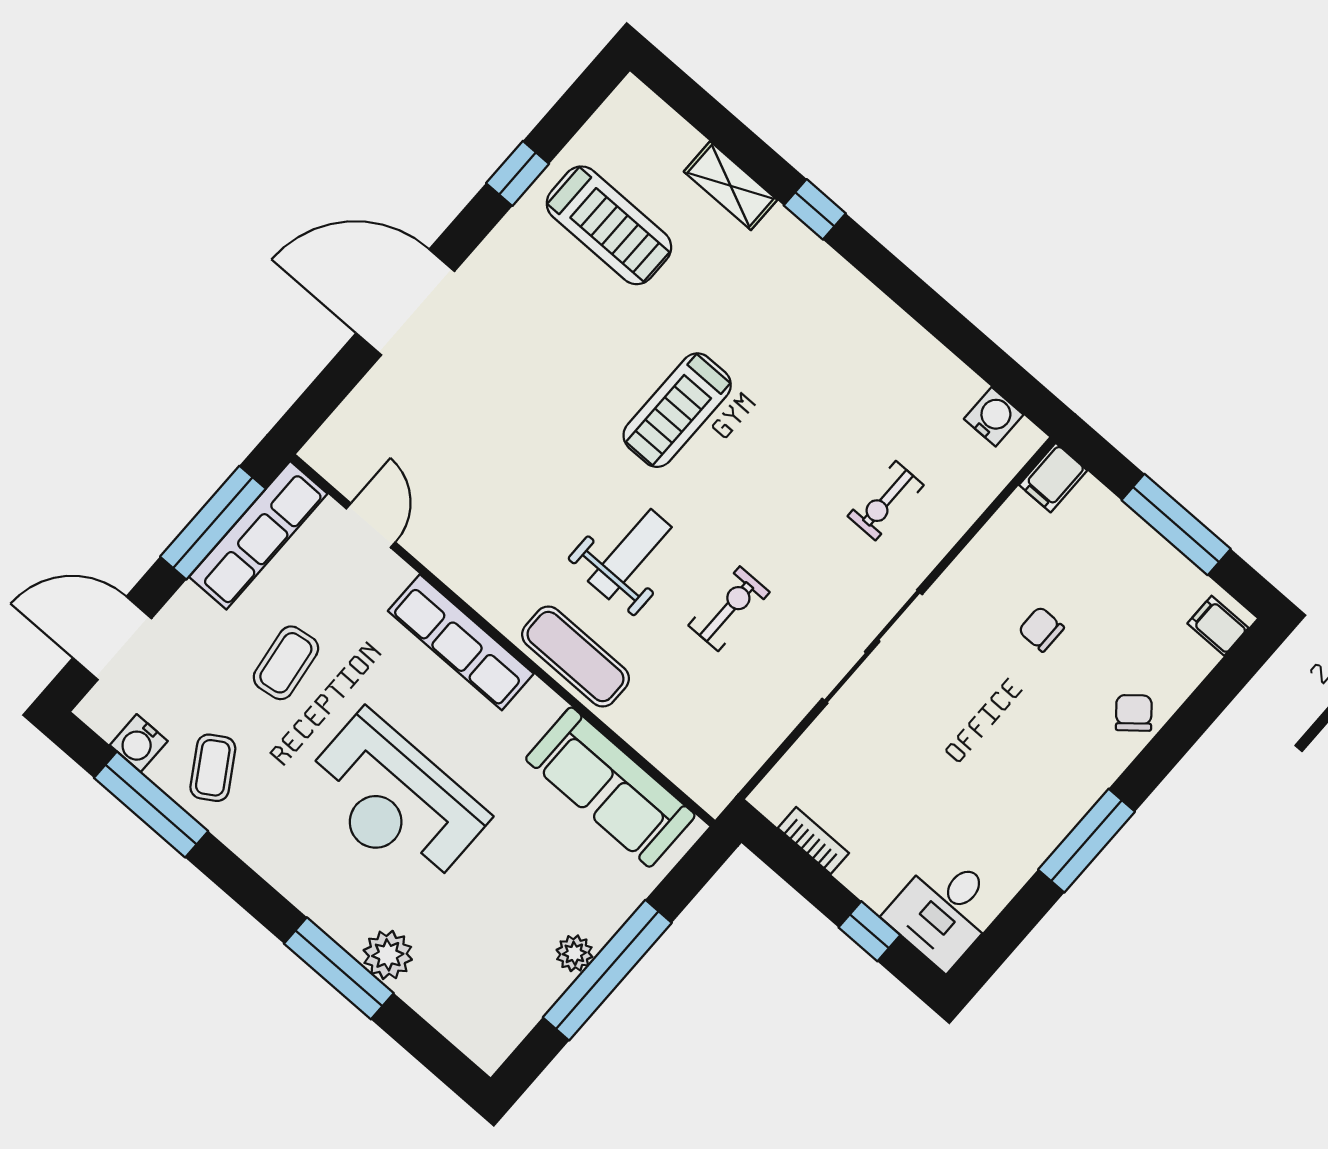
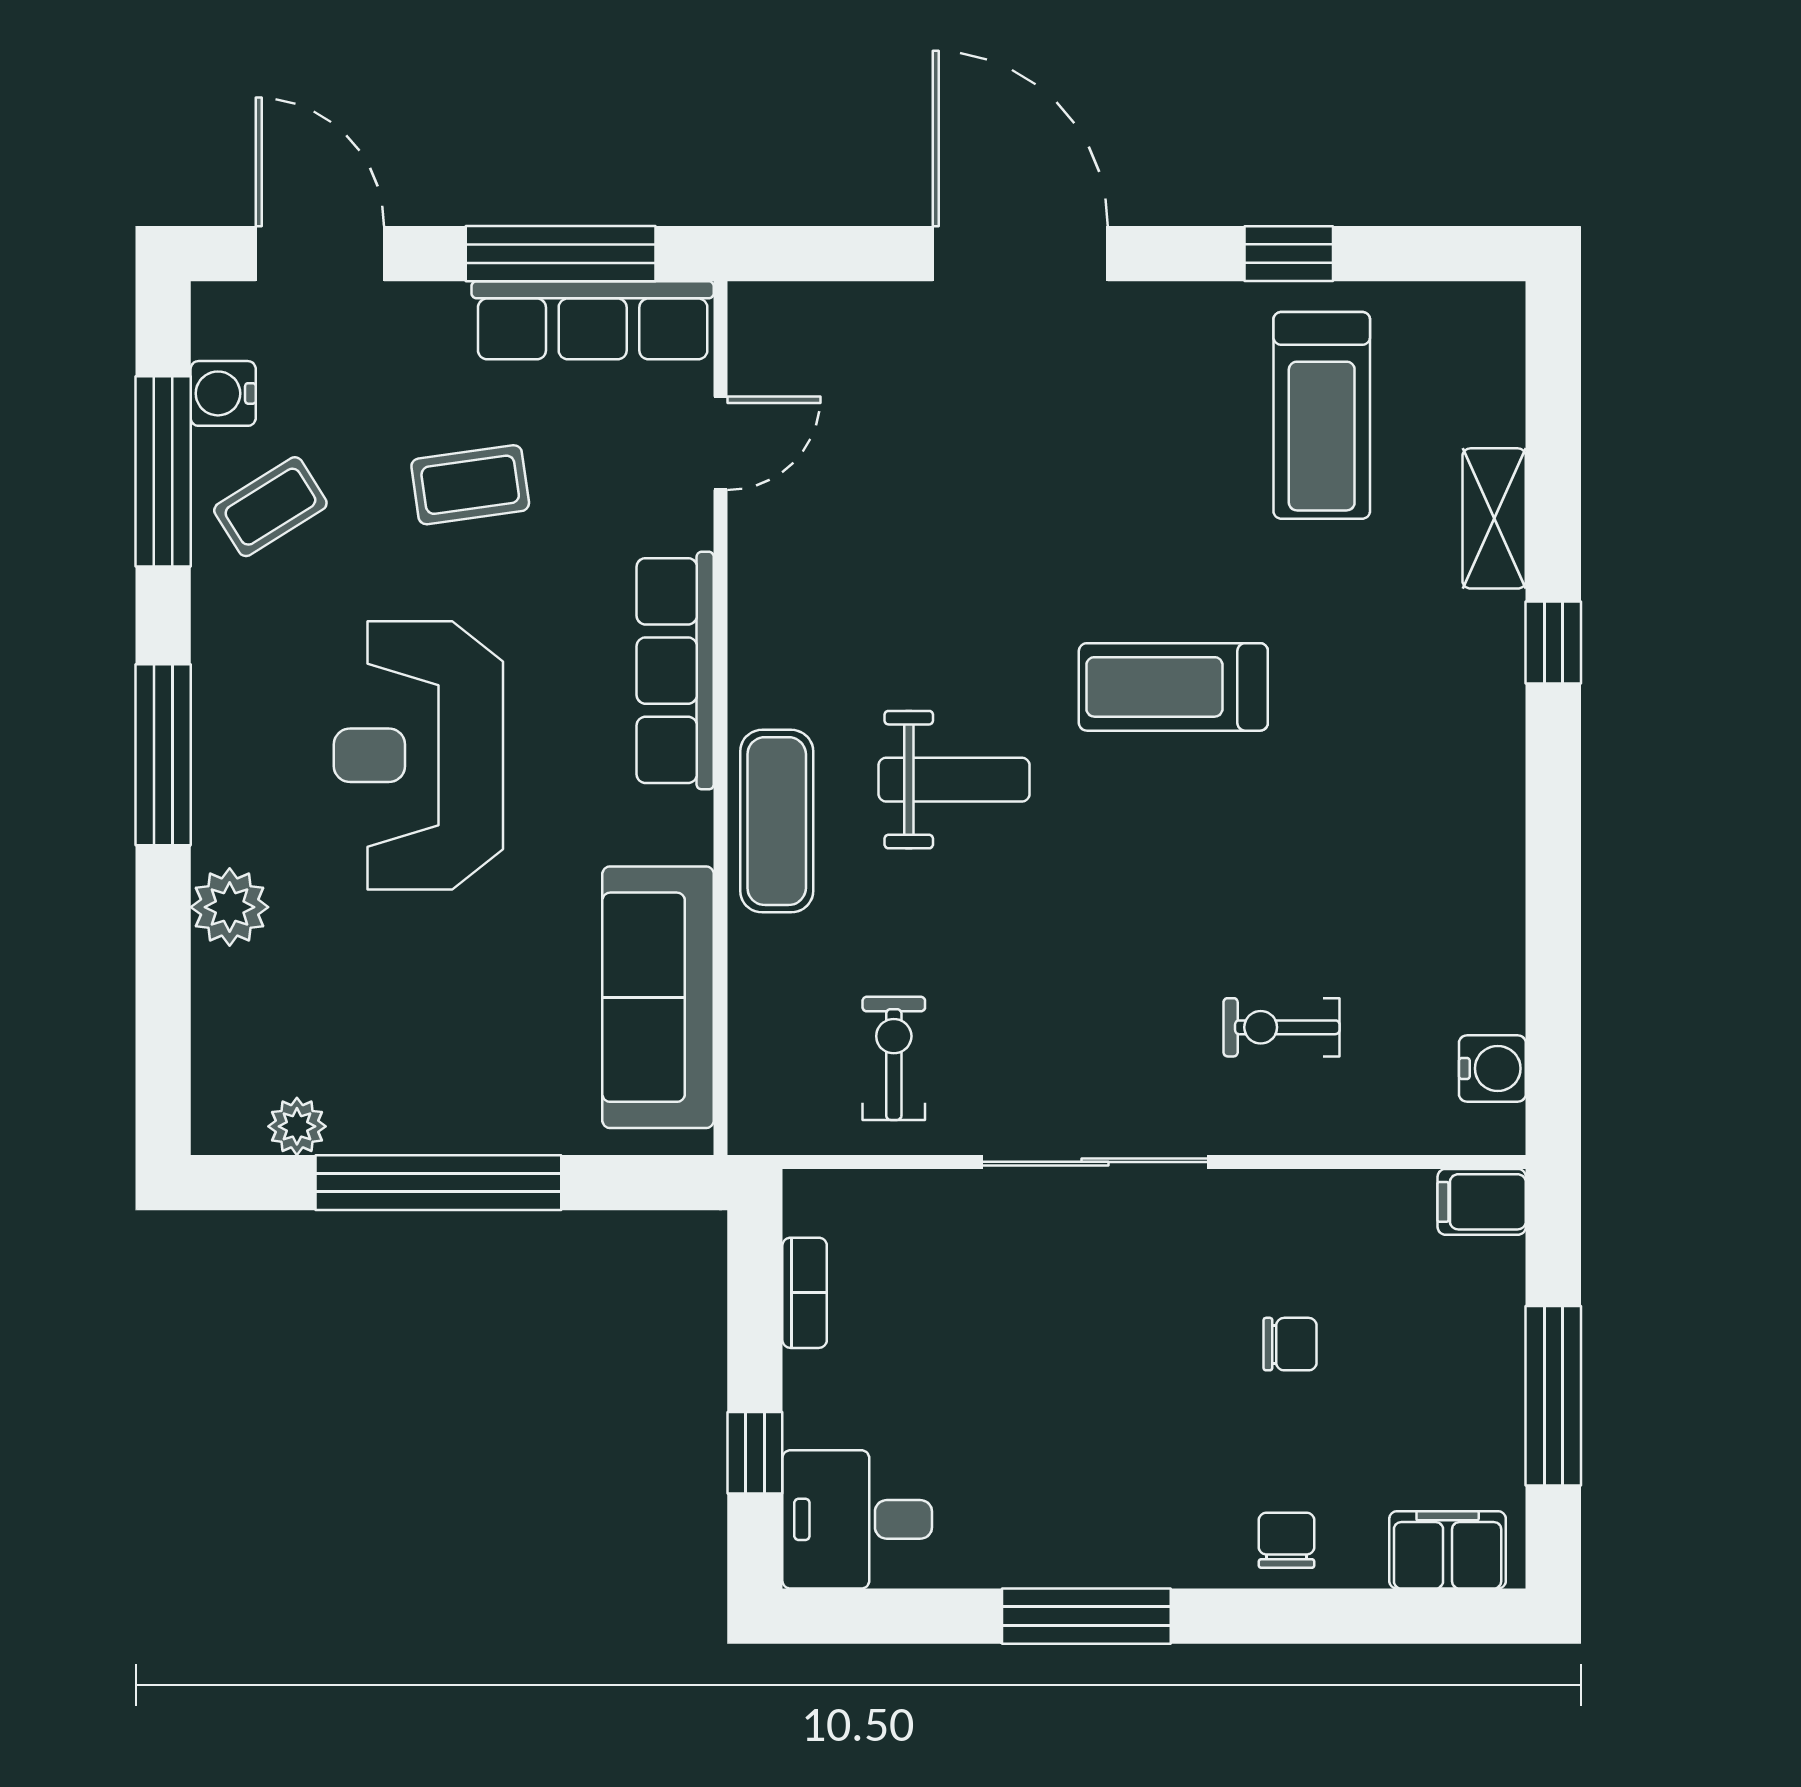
exercise bike: (729, 609) -> (894, 1058), moved, turned -90
filing cabinet: (1218, 626) -> (1448, 1550), width x2.00
chair: (1041, 629) -> (1290, 1344), turned 90
chair: (1134, 713) -> (1287, 1540), turned -50
plant: (574, 953) -> (297, 1126), moved
window: (339, 968) -> (163, 755), moved

